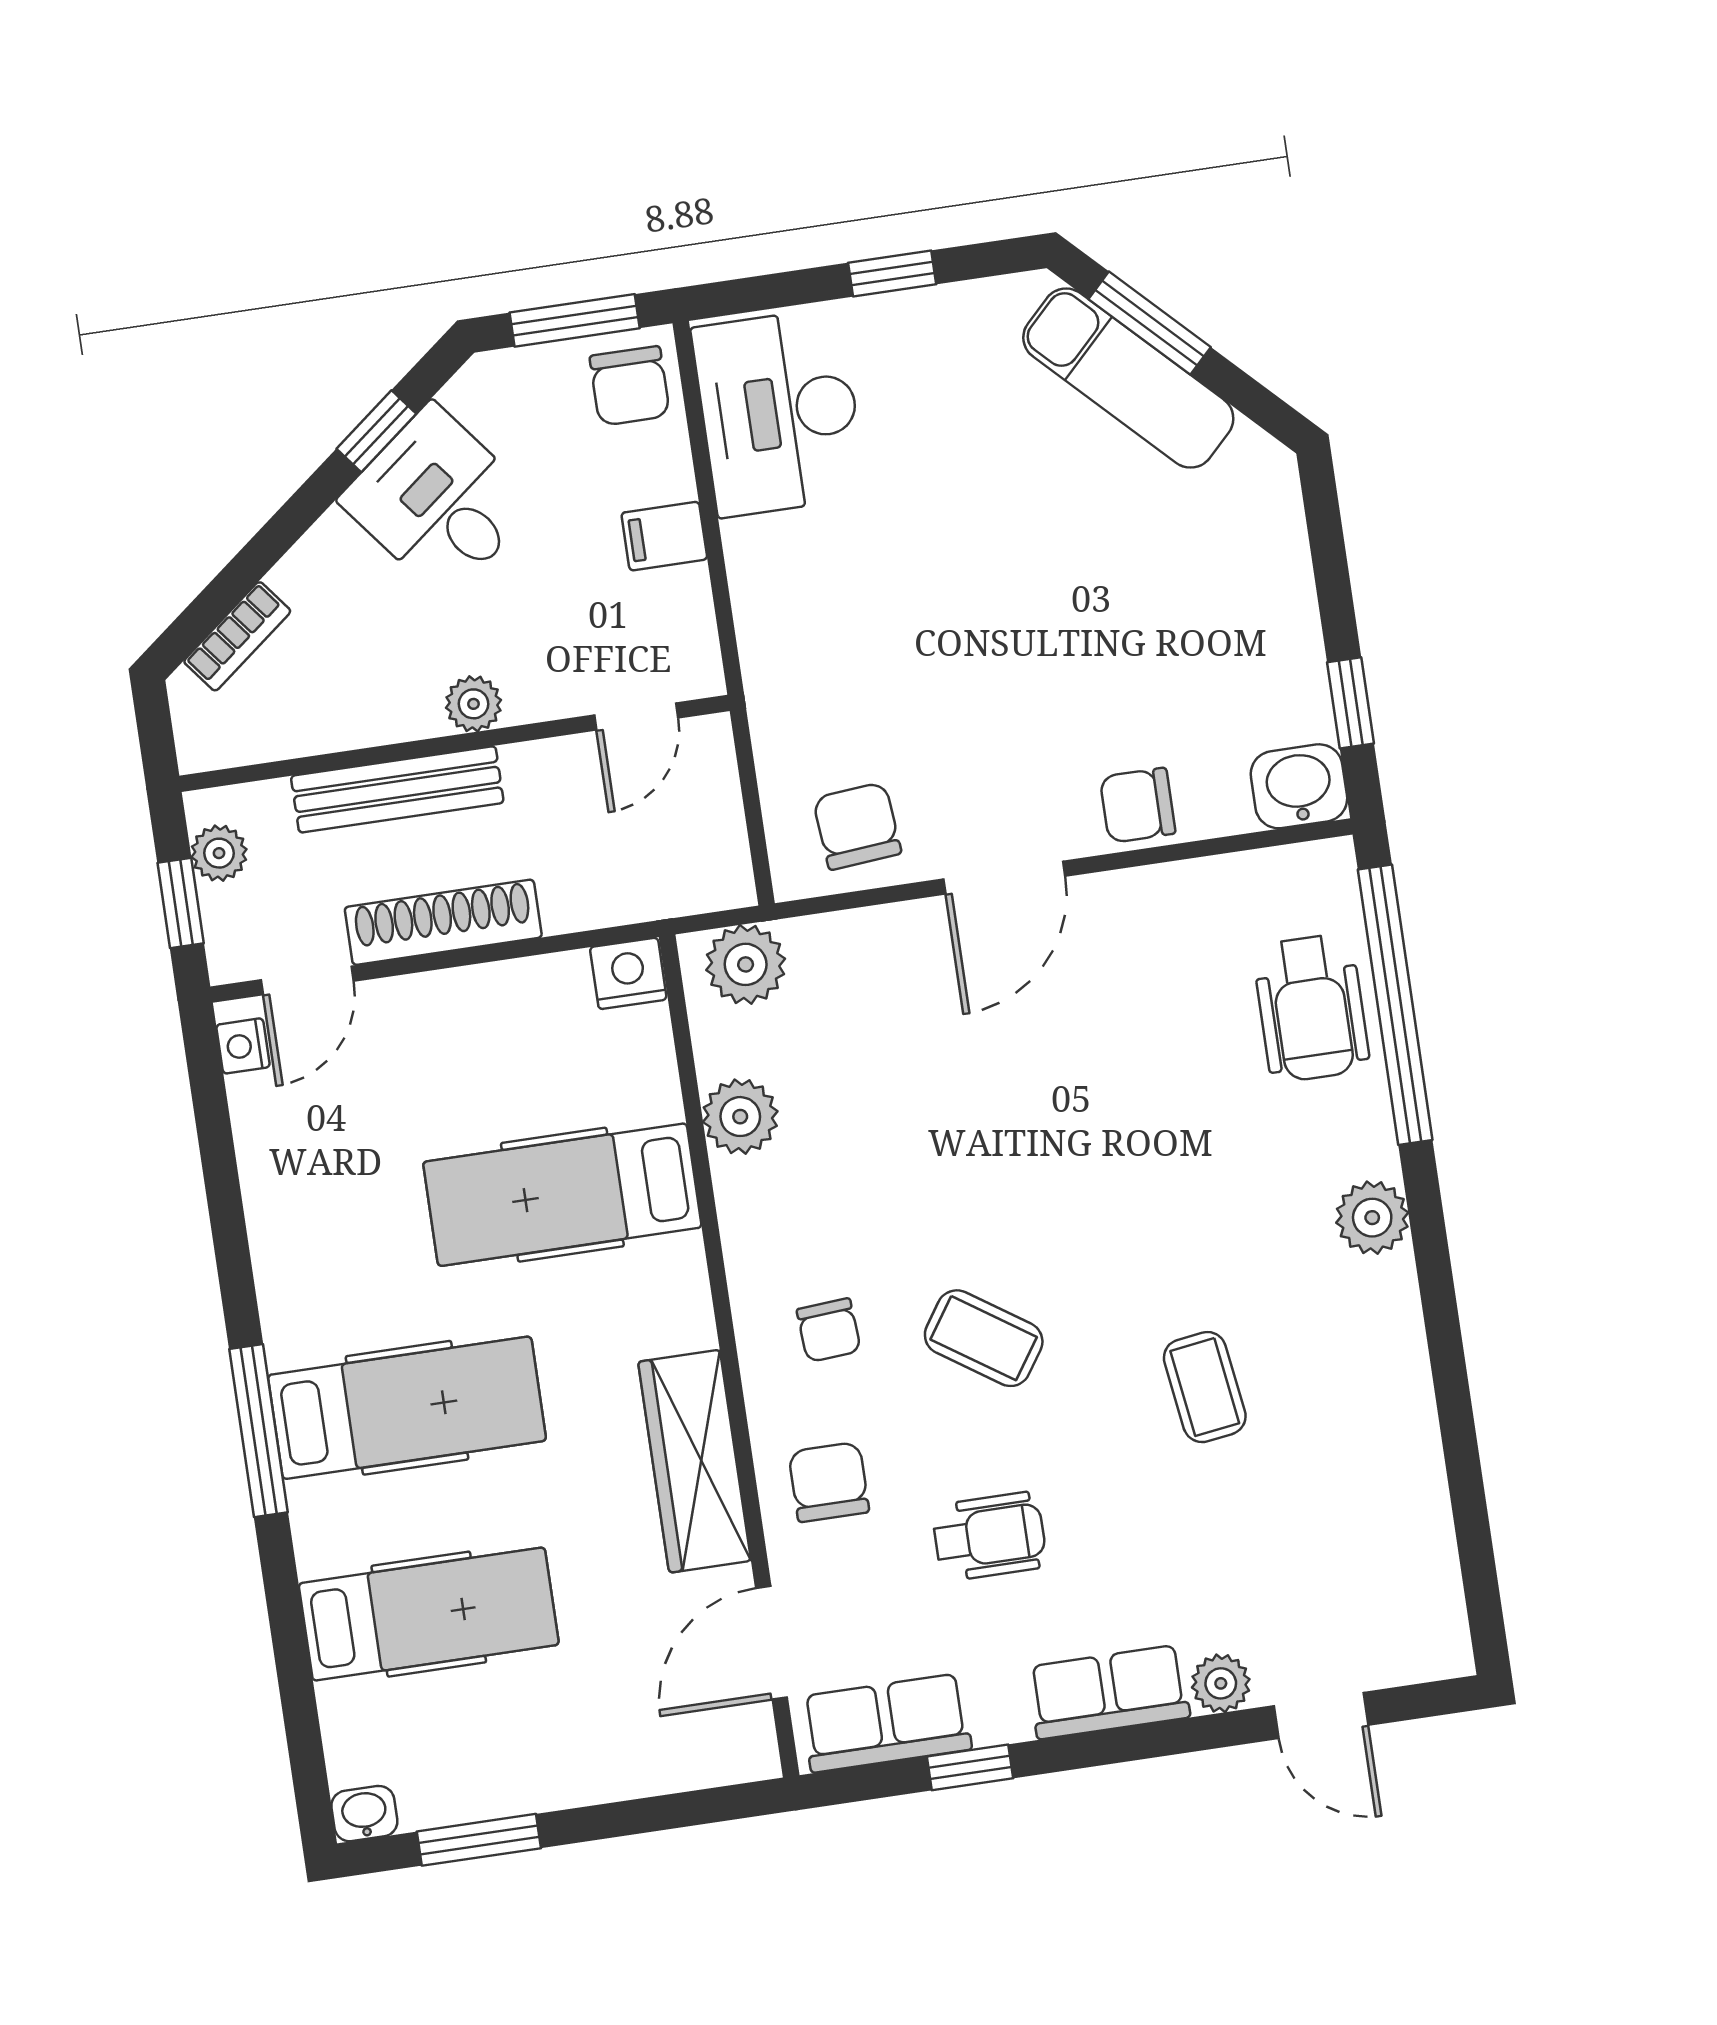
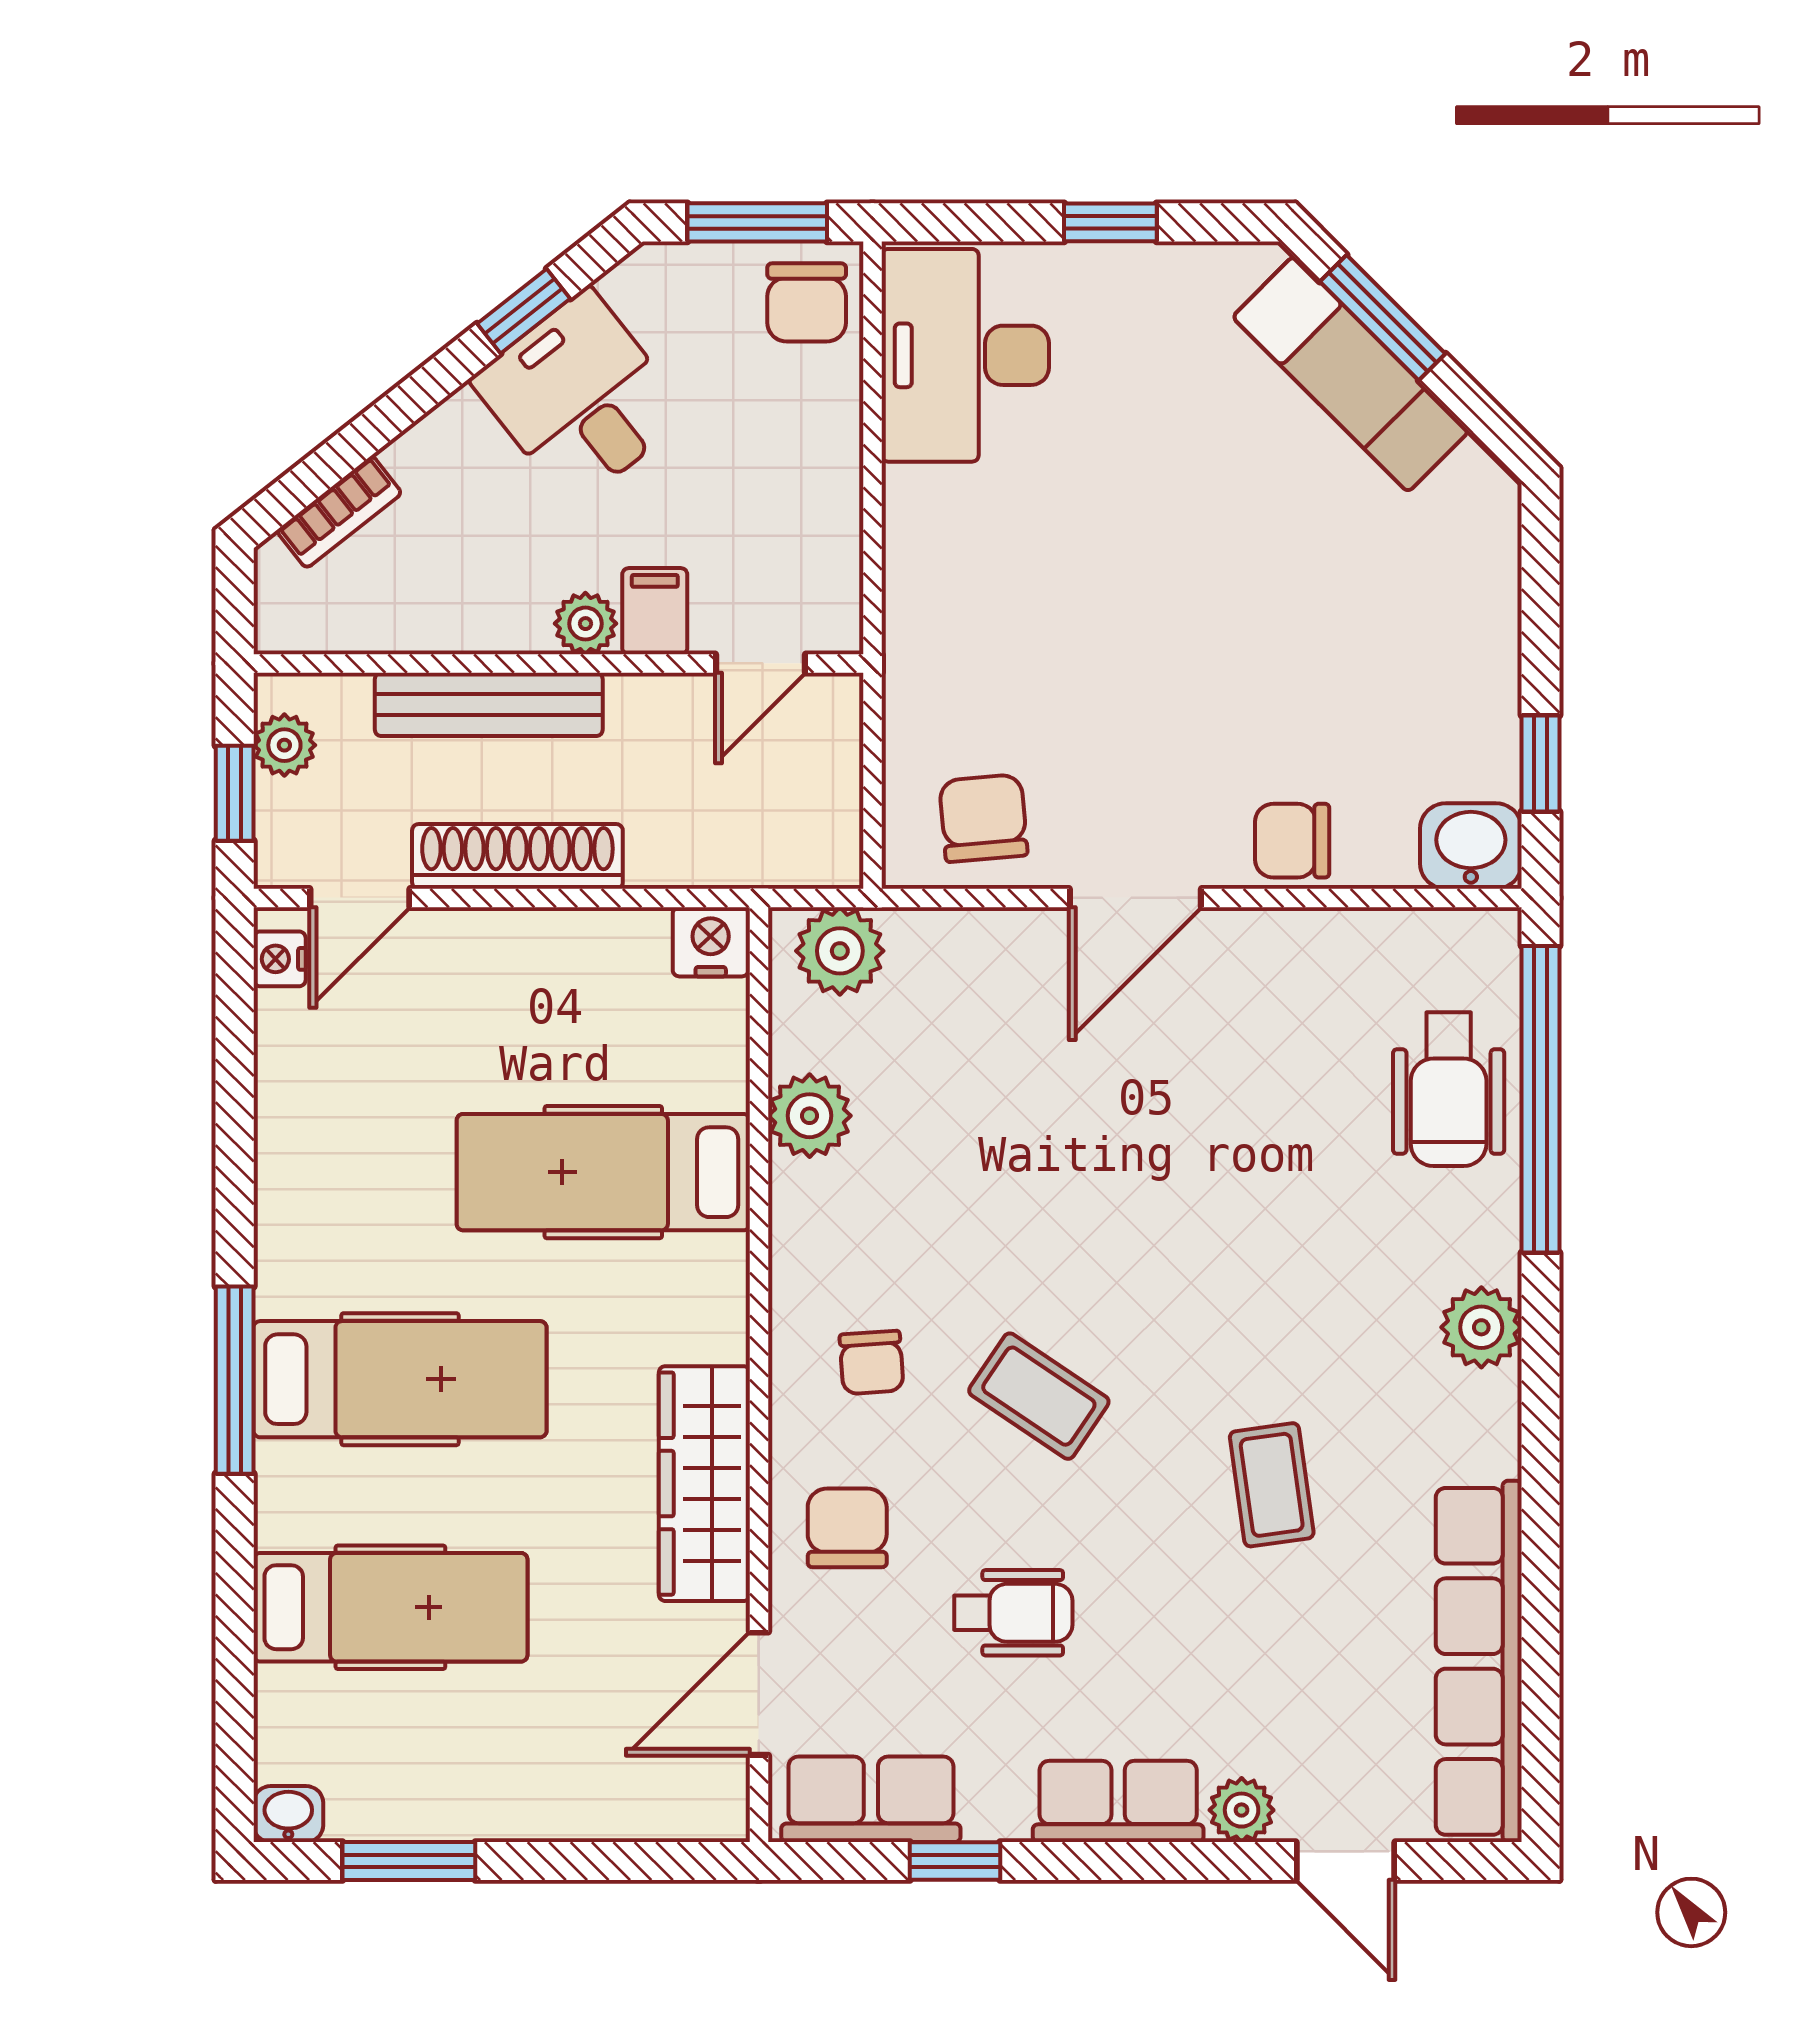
filing cabinet: (664, 536) -> (655, 611), moved, turned 90
row of seats: (1414, 1518) -> (1479, 1661), added

